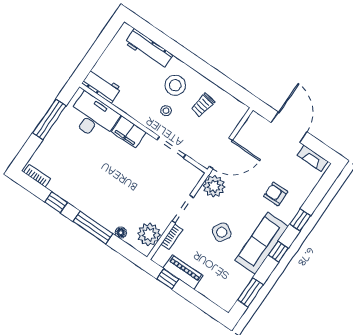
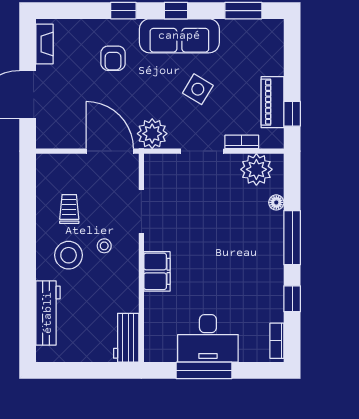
trolley: (203, 105) -> (69, 209), turned -99
desk: (93, 117) -> (208, 338), moved, turned -90

